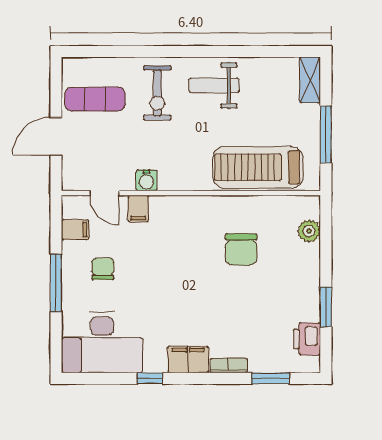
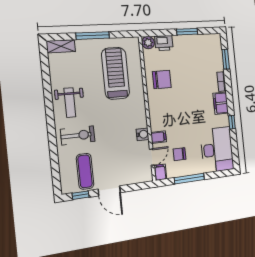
window: (56, 88) -> (81, 195), added
treadmill: (258, 167) -> (116, 73), turned 180
water cooler: (146, 180) -> (143, 134), moved
door: (104, 193) -> (152, 157), moved
wall: (191, 193) -> (147, 109), moved
filing cabinet: (138, 209) -> (159, 137), moved
printer: (307, 339) -> (164, 43), moved

